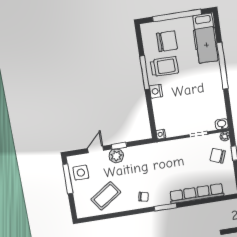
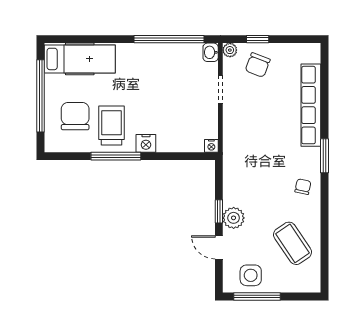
window: (223, 66) -> (169, 39), moved

